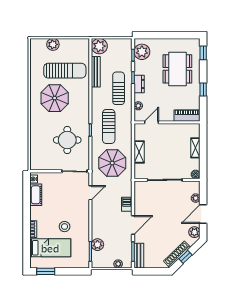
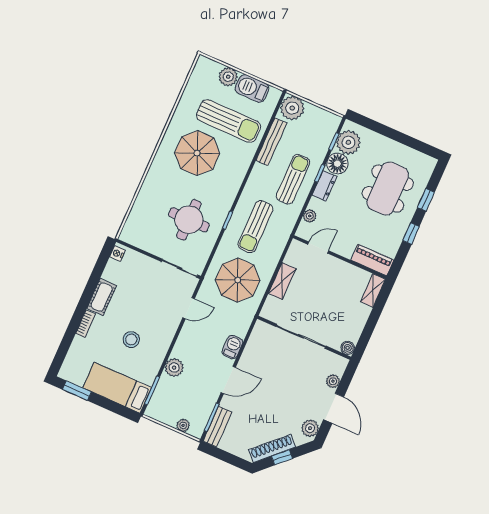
barbecue: (70, 45) -> (252, 88), added
window: (203, 53) -> (426, 200), moved
floor lamp: (141, 67) -> (337, 164), added
shelving: (195, 148) -> (373, 290), moved
cot: (36, 195) -> (102, 297), moved
door: (203, 214) -> (334, 408), swing flipped
plant: (97, 245) -> (174, 368), moved
bed: (50, 248) -> (117, 388), moved, turned 180

